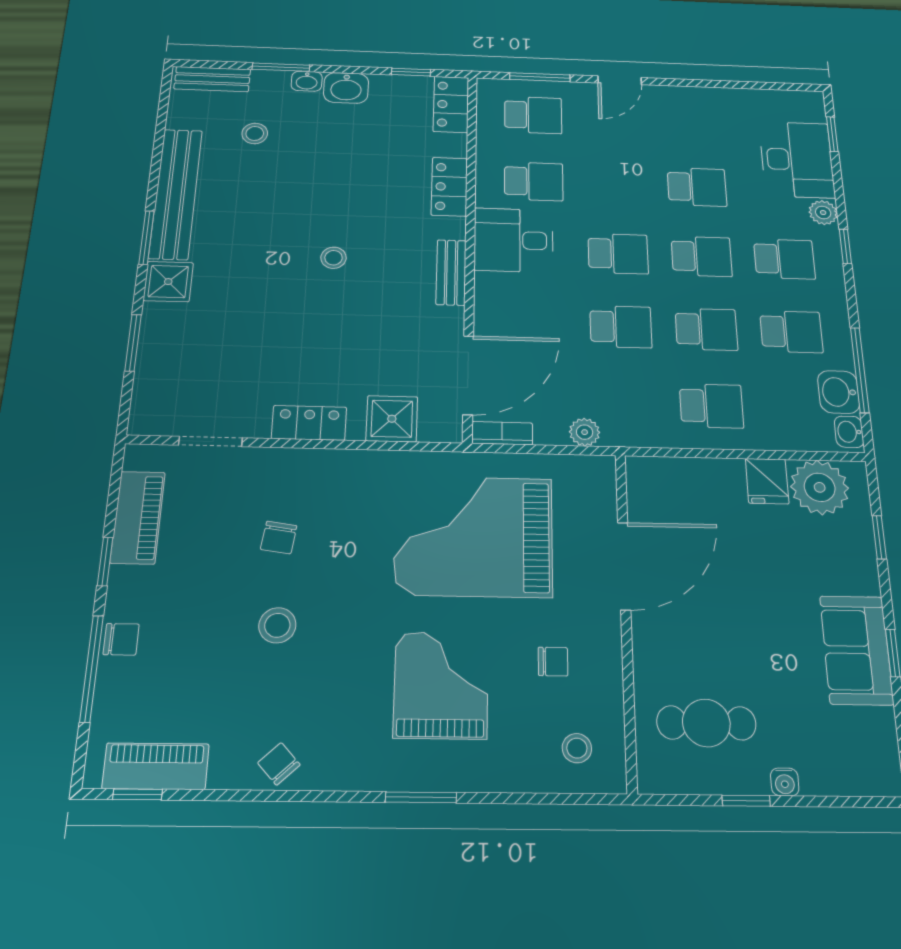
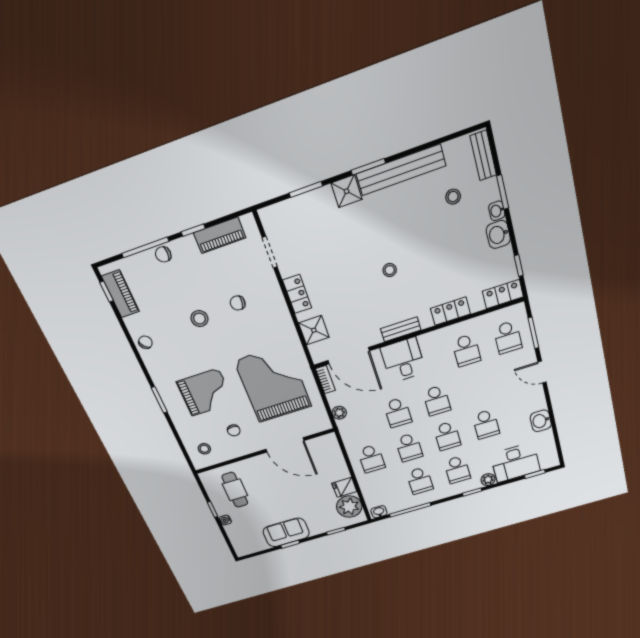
desk: (514, 240) -> (403, 360), moved
washbasin: (839, 392) -> (541, 421), moved, turned -90
chair: (121, 639) -> (163, 254), turned 90

